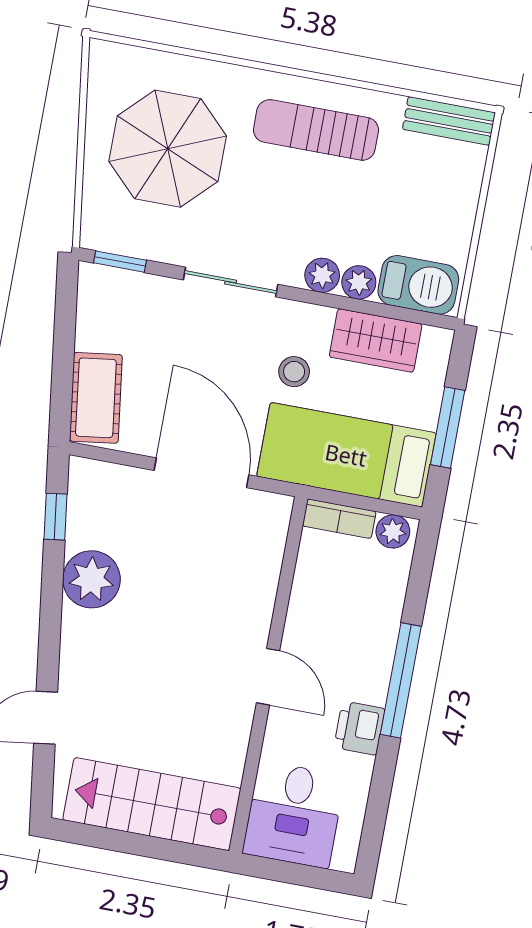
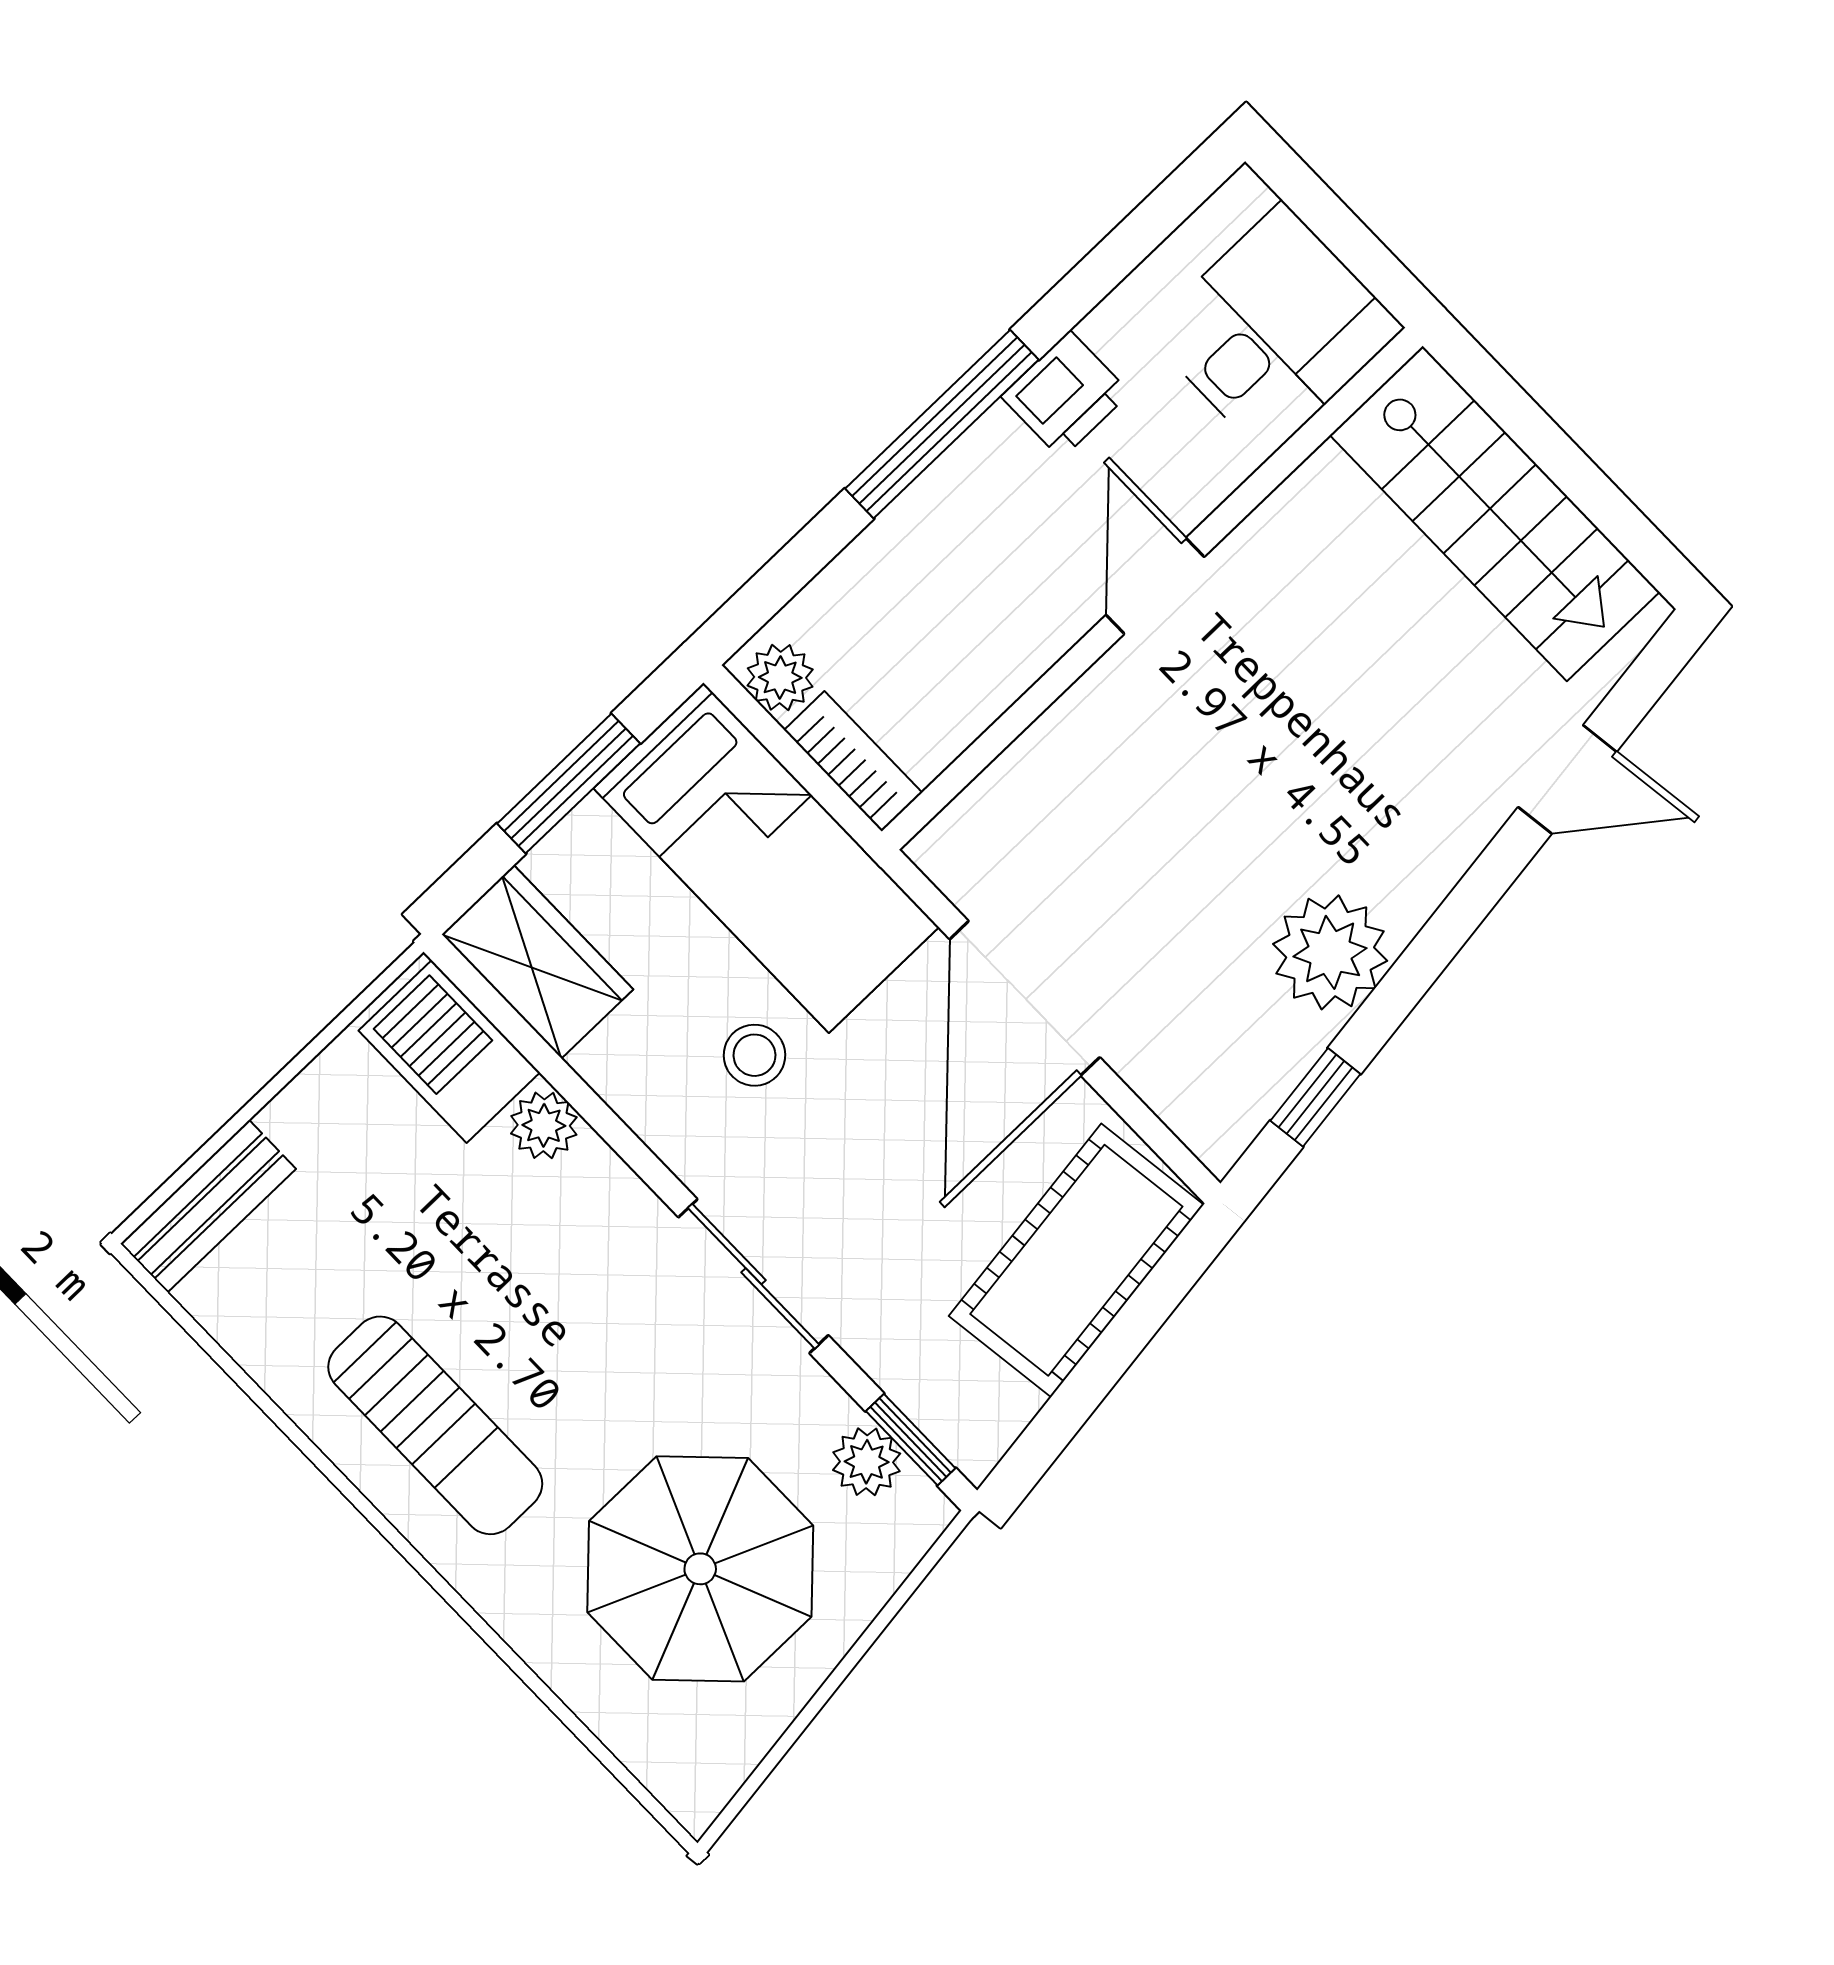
bench: (449, 121) -> (208, 1206), moved, turned 90
plant: (322, 275) -> (867, 1462), moved
wardrobe: (376, 340) -> (538, 962), moved
cot: (96, 398) -> (1076, 1260), width x1.37, depth x1.34

